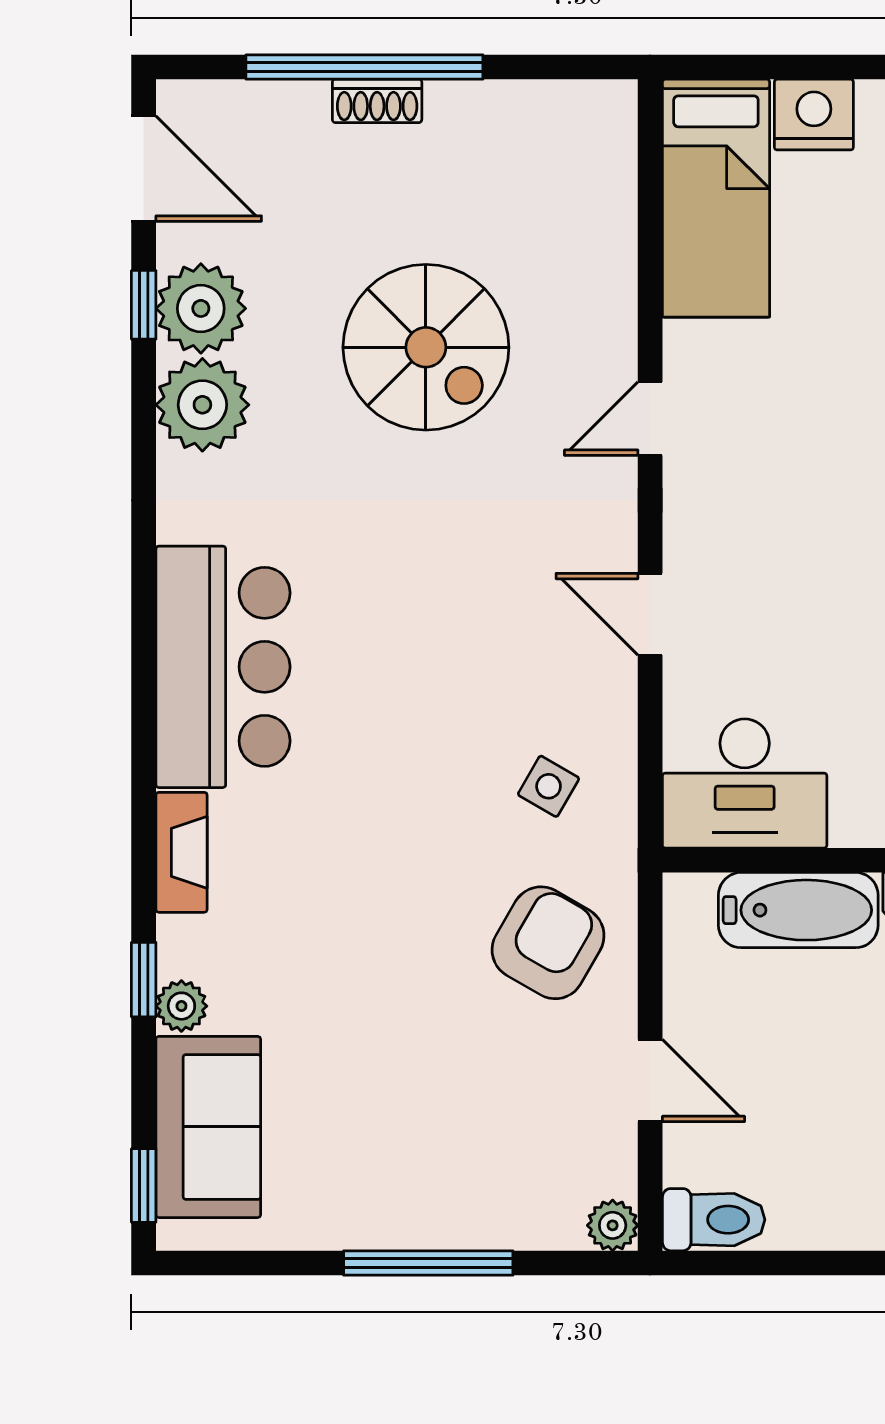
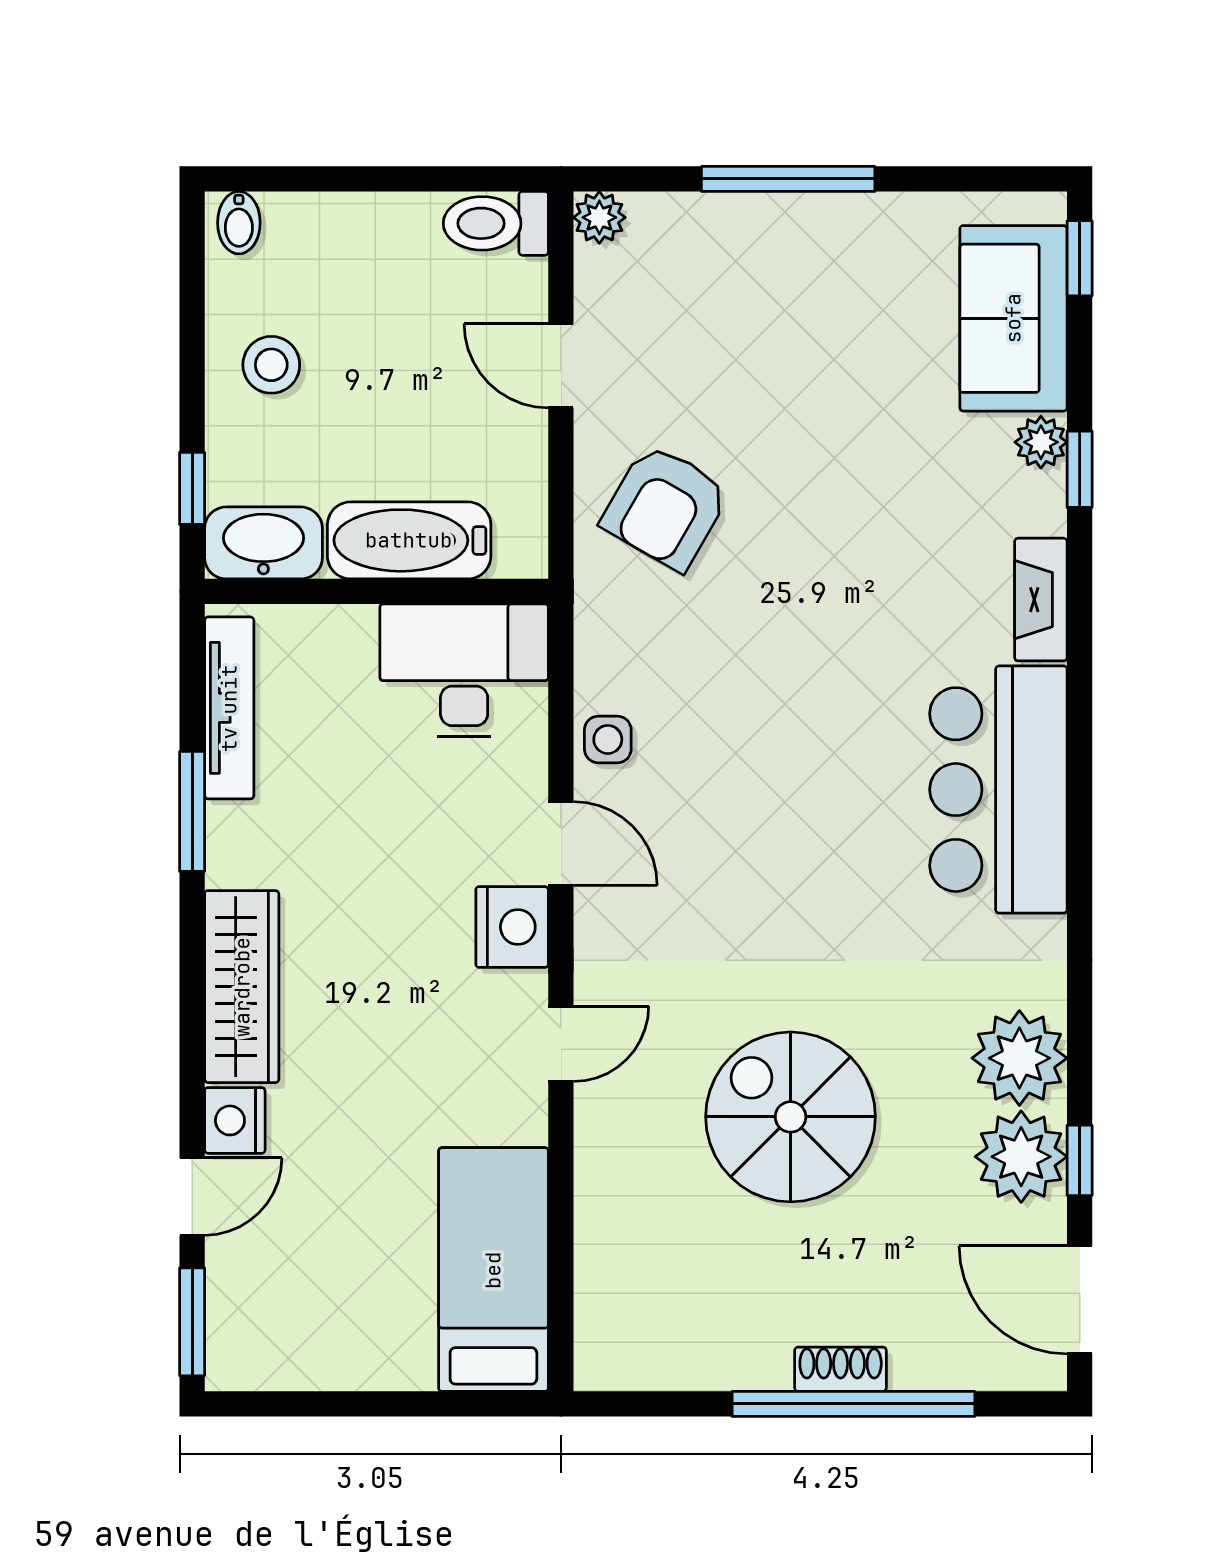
nightstand: (814, 115) -> (512, 927), moved, turned -90
side table: (549, 786) -> (608, 739), moved, turned -30

